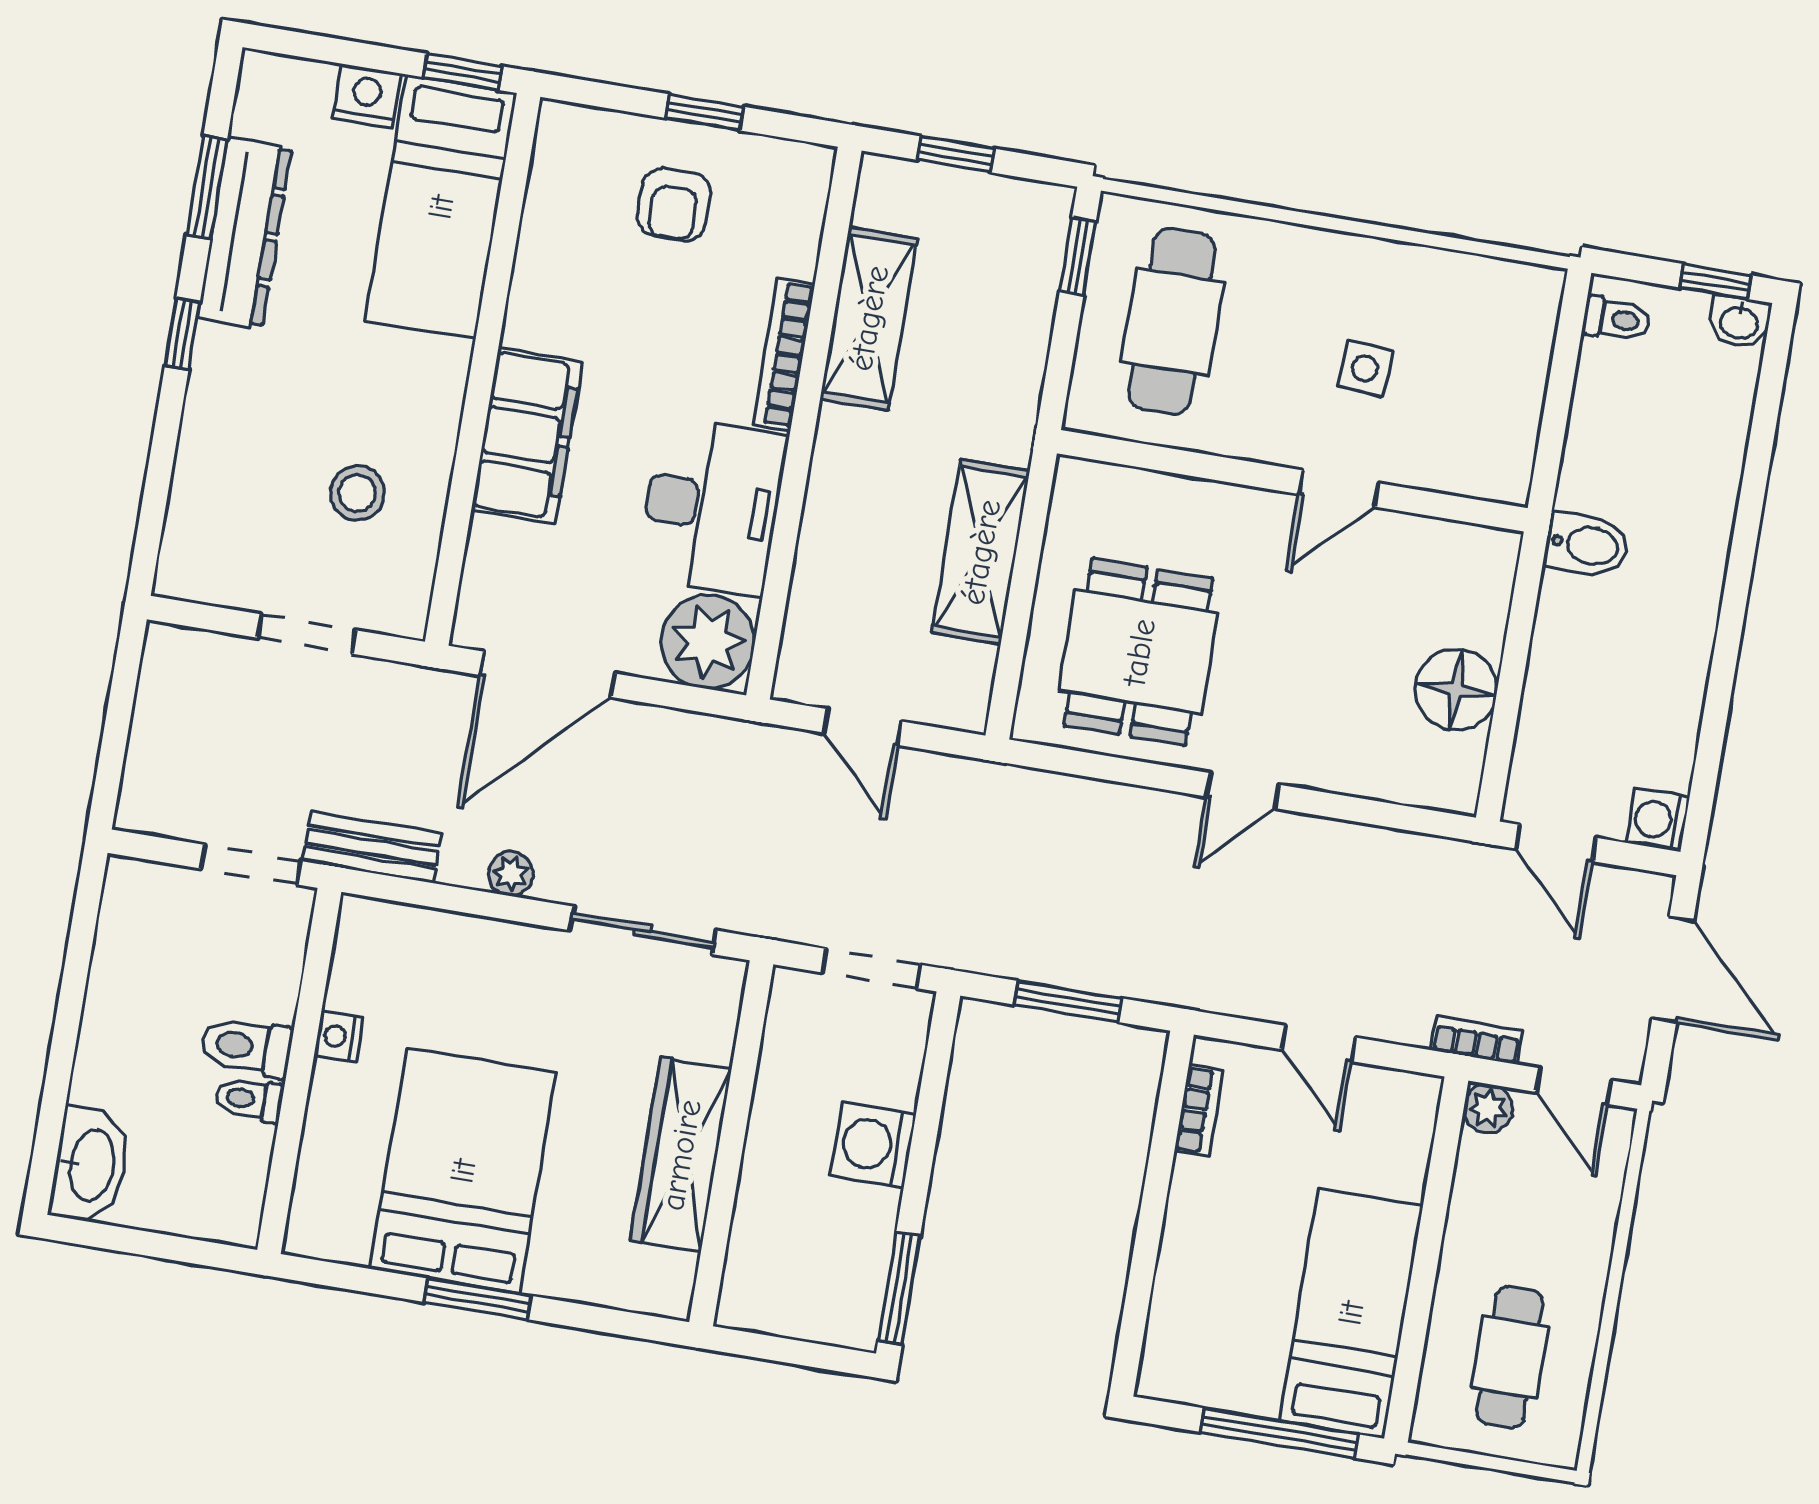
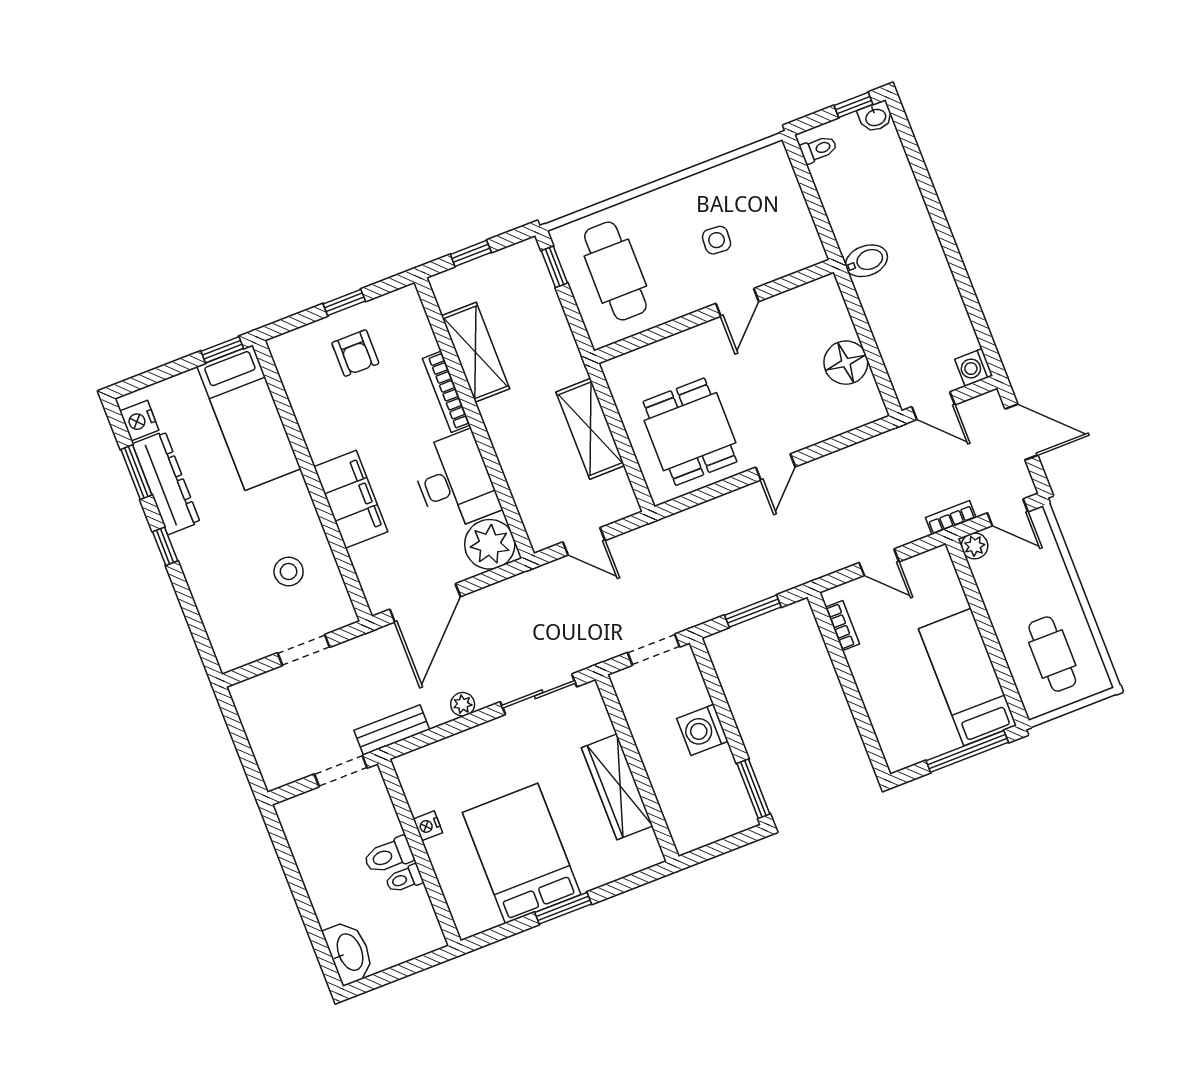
nightstand: (367, 96) -> (139, 421), moved, turned -90

